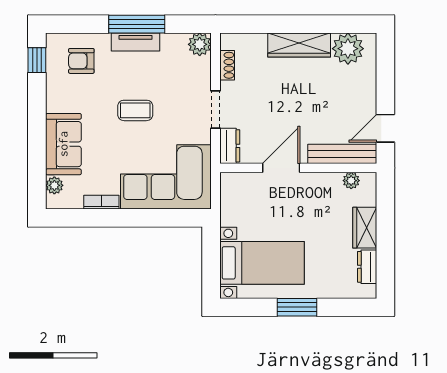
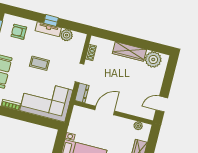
window: (137, 24) -> (51, 20), width x0.46
plant: (200, 44) -> (67, 35), moved
bench: (342, 154) -> (137, 111), removed

